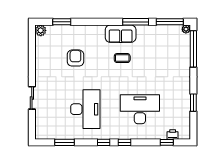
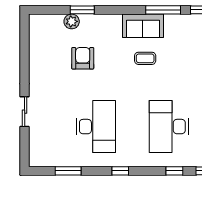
window: (62, 22) -> (82, 10), moved
plant: (41, 30) -> (72, 21), moved
desk: (140, 109) -> (169, 127), turned -90
window: (125, 142) -> (174, 171), moved

